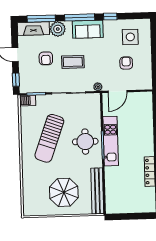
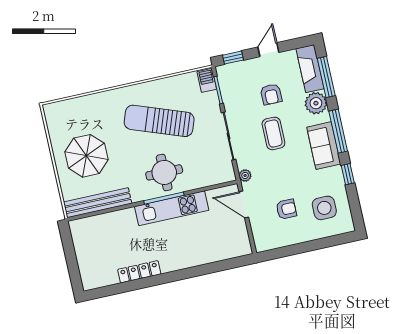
armchair: (46, 58) -> (271, 94), turned -90

